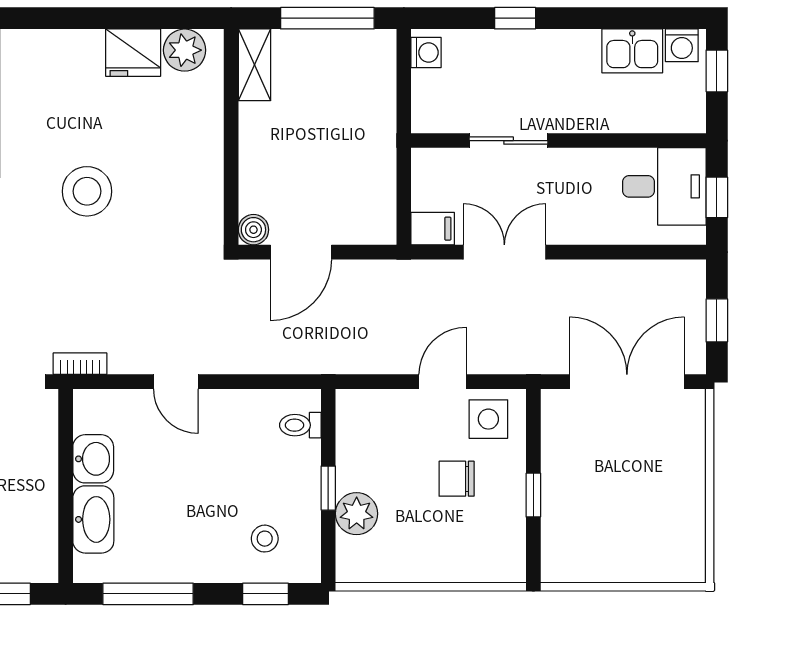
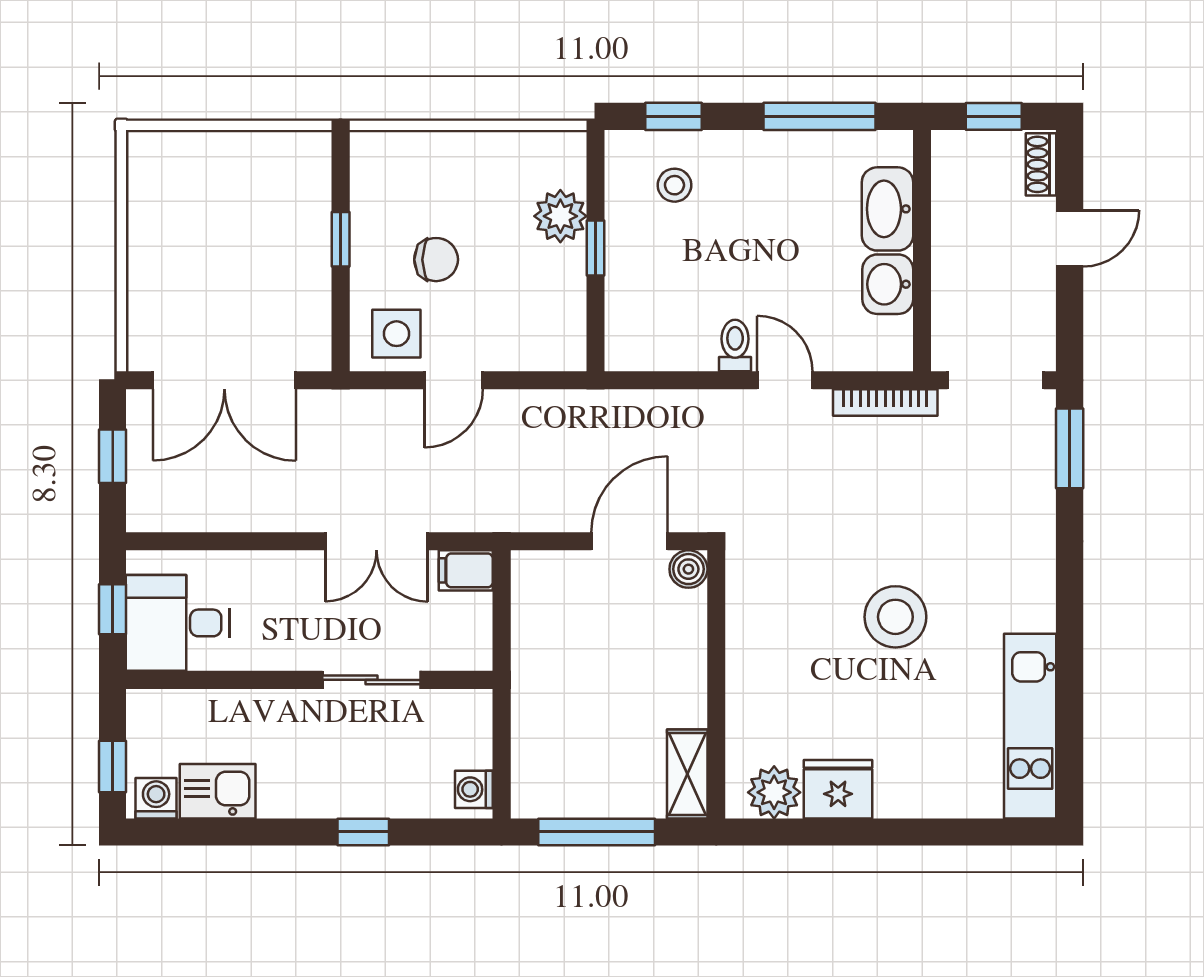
bookcase: (80, 364) -> (885, 403), width x1.56
toilet: (300, 425) -> (735, 346), moved, turned -90

